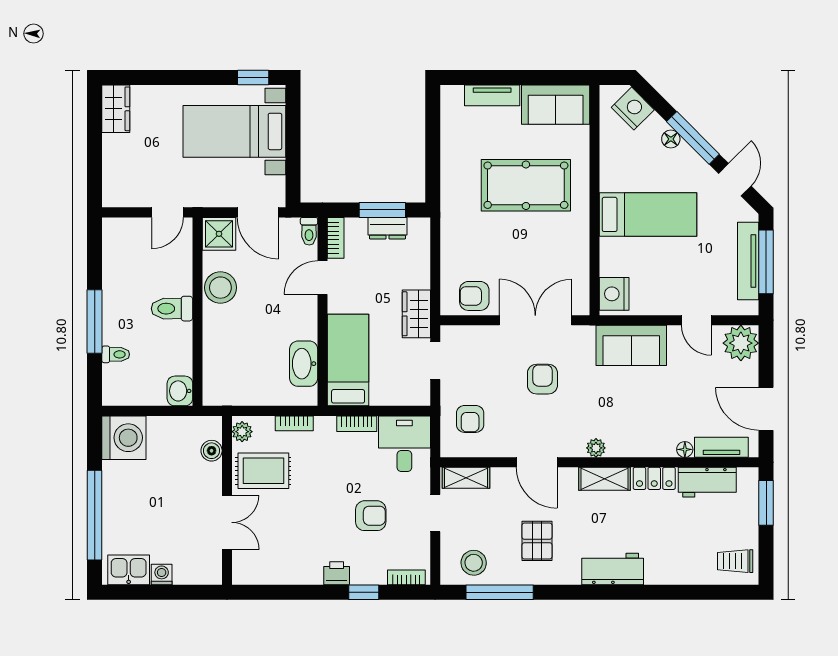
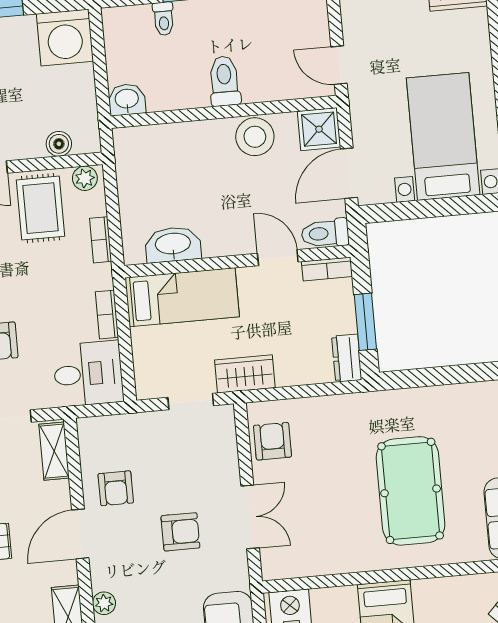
dresser: (388, 228) -> (347, 358), moved
toilet: (309, 231) -> (325, 233), width x1.37, depth x1.39
double door: (535, 320) -> (250, 517), width x0.73
armchair: (470, 419) -> (116, 488), moved, turned -90

